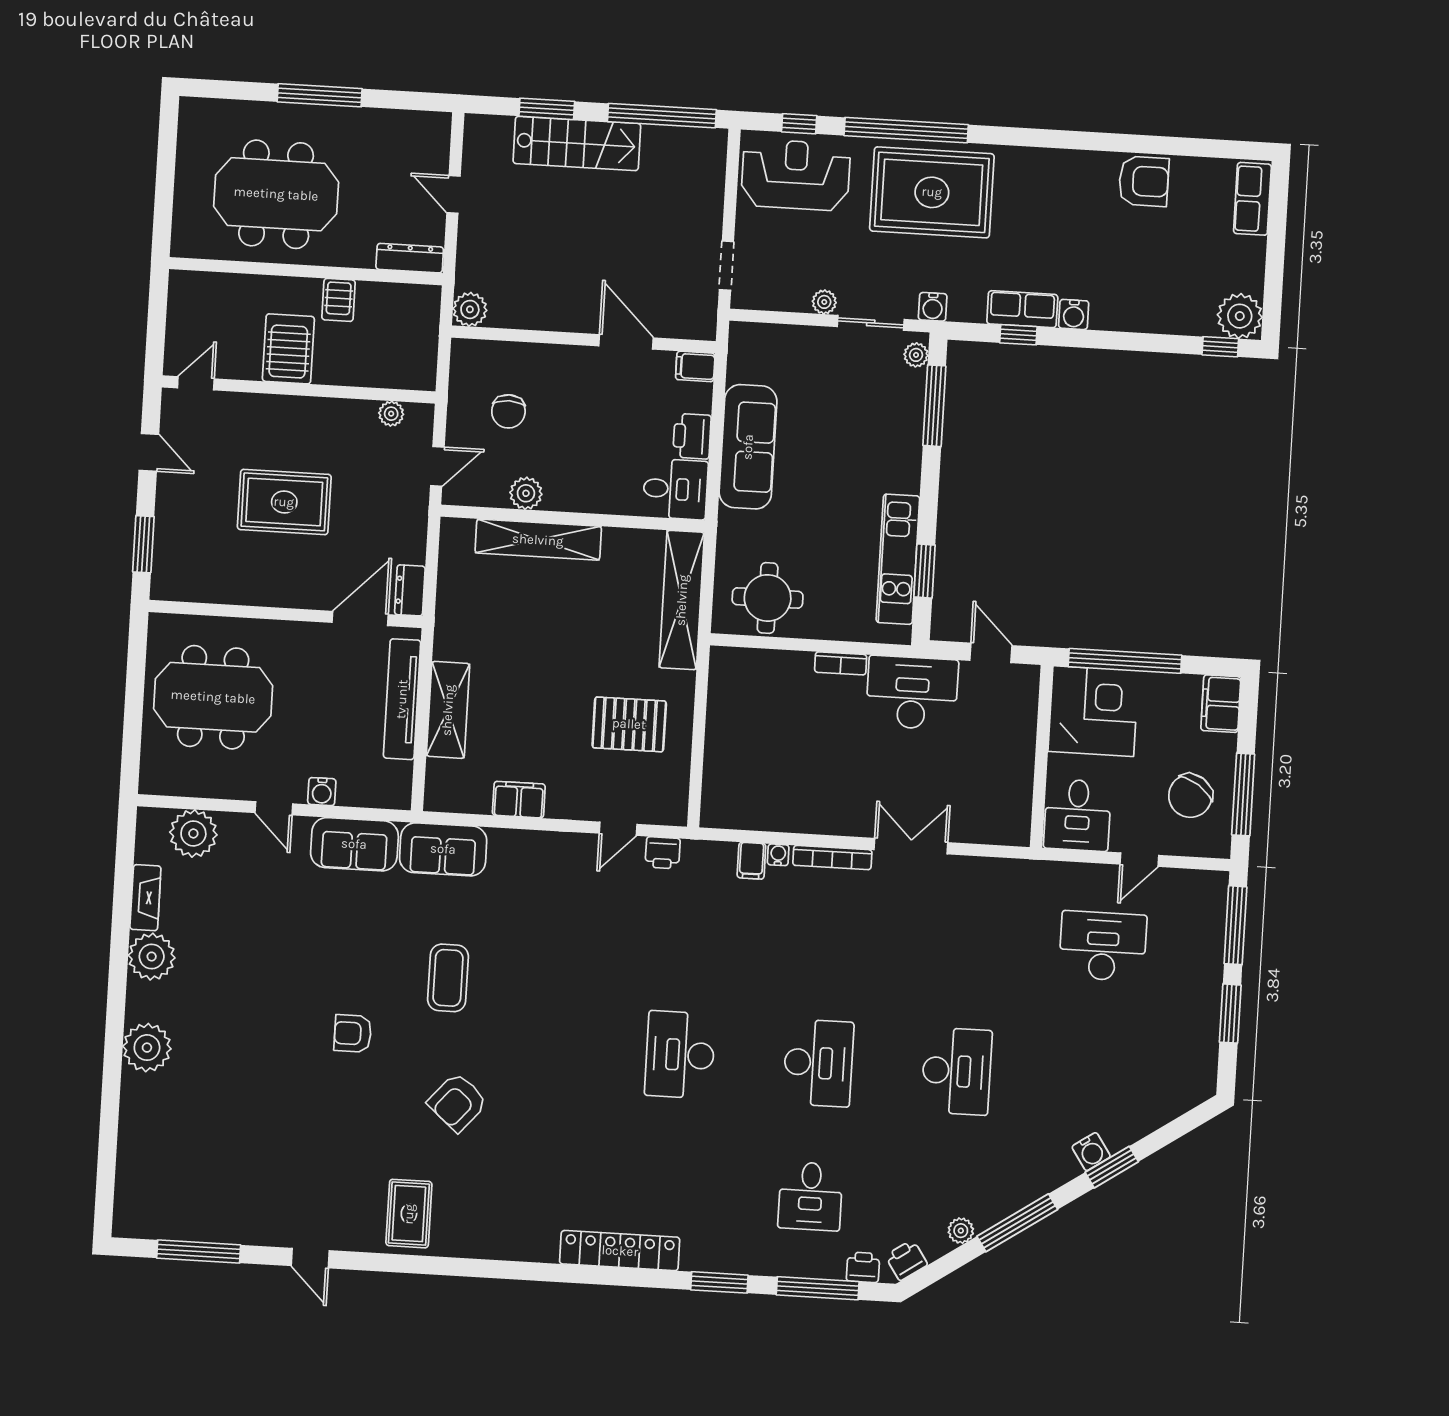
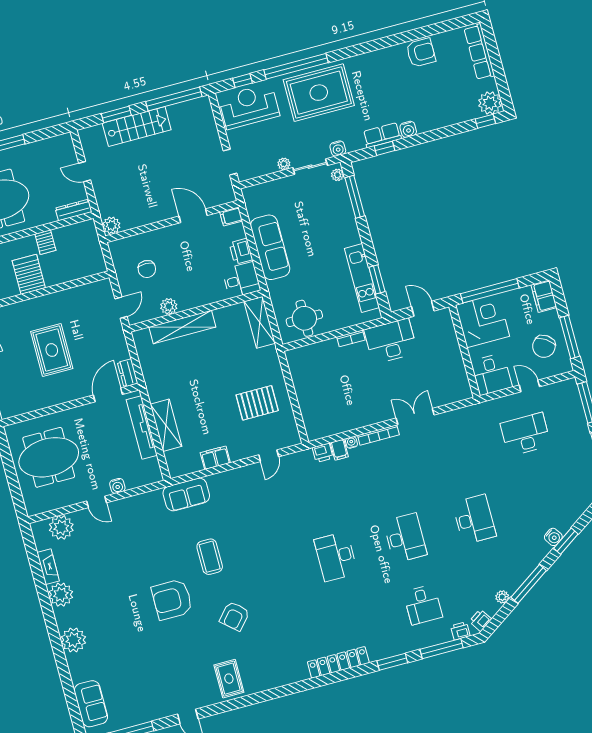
row of seats: (1252, 199) -> (479, 52), width x1.48
plant: (391, 414) -> (90, 289), removed
rug: (284, 502) -> (52, 350), turned 90
shelving: (682, 600) -> (260, 322), width x0.68
sofa: (354, 844) -> (91, 704), moved, turned -90
printer: (663, 853) -> (323, 453), moved
door: (1139, 860) -> (529, 386), swing flipped
armchair: (353, 1033) -> (172, 599), width x1.88, depth x1.88

